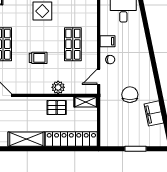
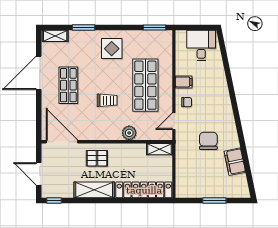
shop shelf: (73, 44) -> (145, 85), width x1.43, depth x1.36
pallet: (57, 108) -> (97, 158), moved

